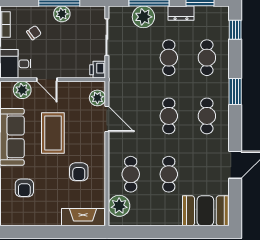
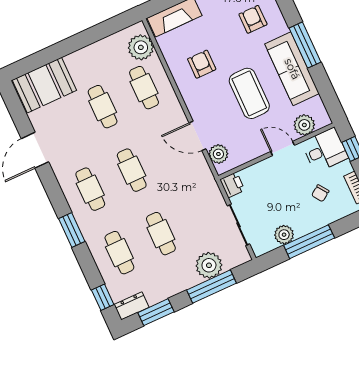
dresser: (181, 13) -> (132, 306), moved
plant: (62, 14) -> (284, 235), moved

